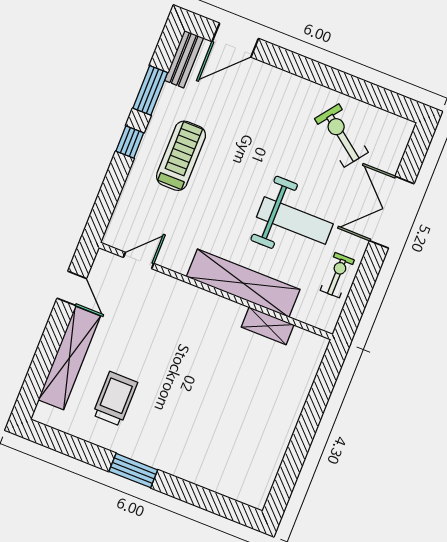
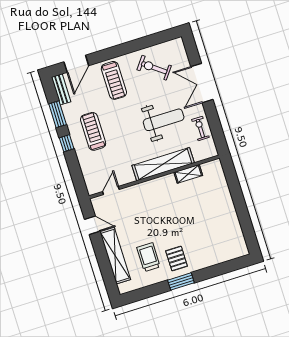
treadmill: (270, 107) -> (114, 80), added
pallet: (153, 433) -> (177, 259), added

